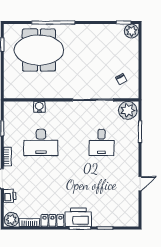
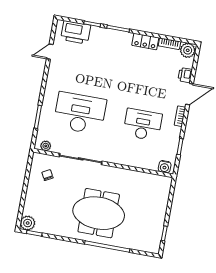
meeting table: (39, 50) -> (99, 213), moved
water cooler: (39, 107) -> (165, 167), moved
plant: (128, 110) -> (46, 146), width x0.53, depth x0.53
desk: (101, 142) -> (80, 113), width x1.87, depth x1.30
door: (140, 184) -> (50, 52), moved
printer: (78, 217) -> (76, 32), moved

